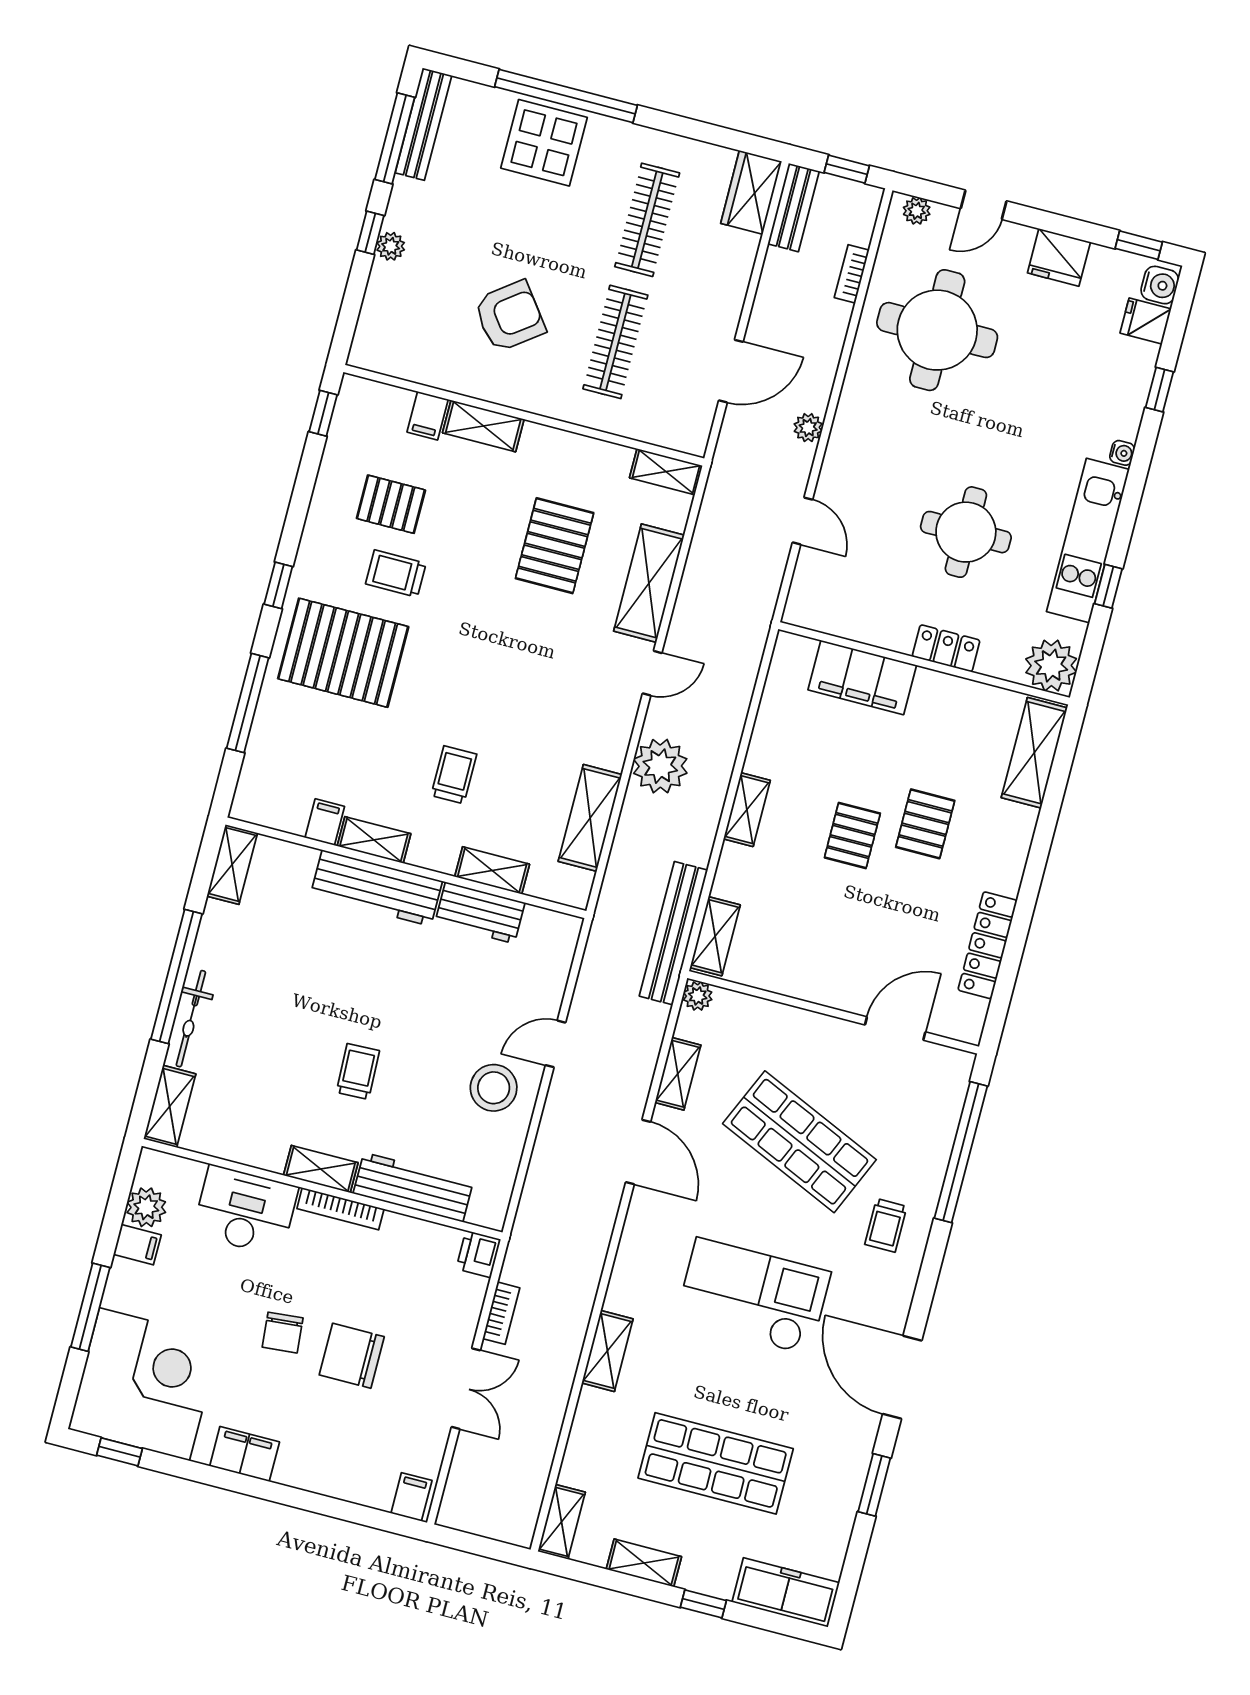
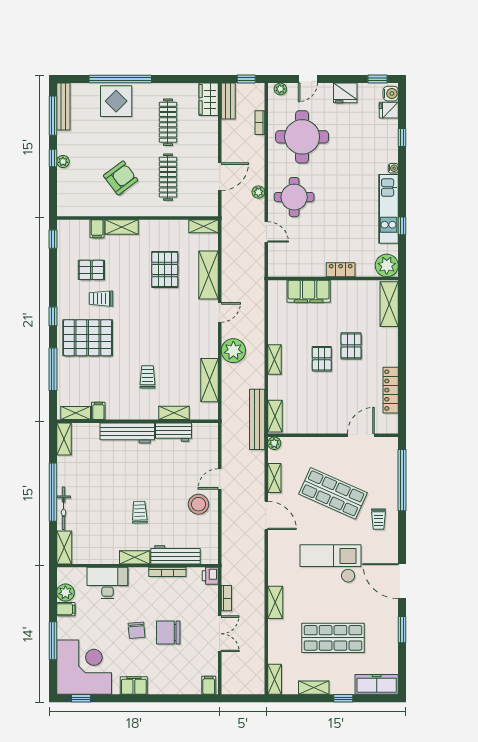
round table: (966, 532) -> (294, 197), moved
shelving: (374, 840) -> (76, 413), moved
bookcase: (340, 1209) -> (167, 572), moved

